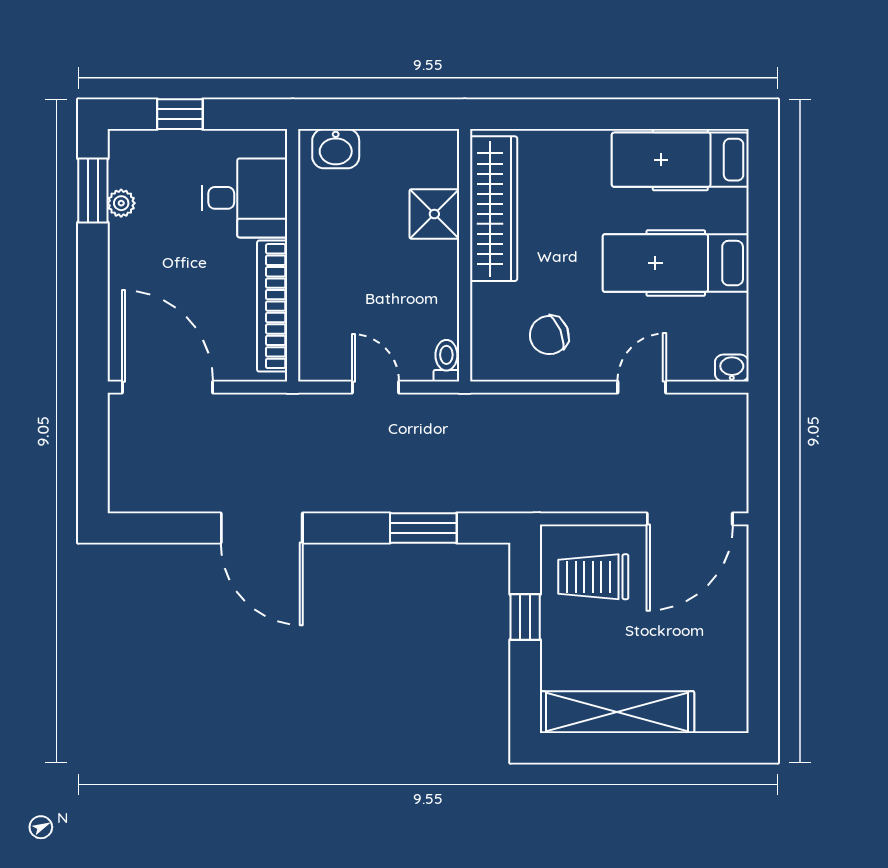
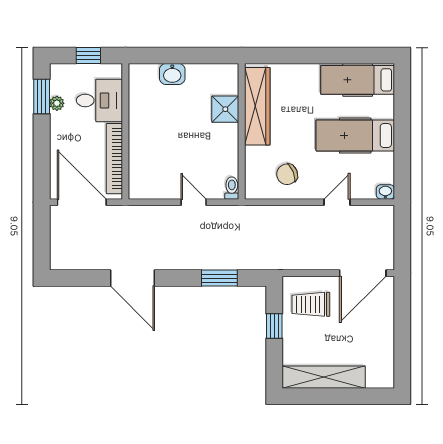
desk: (244, 198) -> (99, 100), moved
wall: (293, 255) -> (125, 131), moved
bookcase: (272, 306) -> (114, 159), moved

